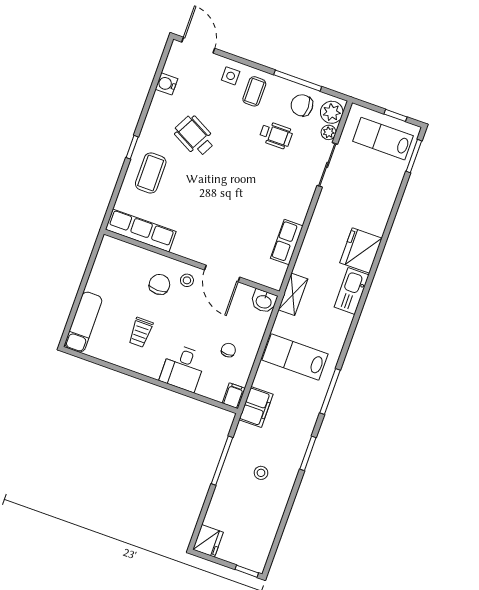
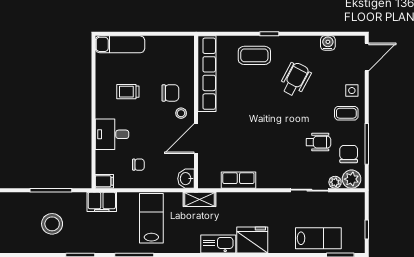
wheelchair: (276, 135) -> (318, 142), turned -90
lab bench: (383, 139) -> (318, 238), moved, turned 90
row of seats: (141, 230) -> (207, 74), width x1.36
stool: (261, 473) -> (52, 224), width x1.89, depth x1.89

